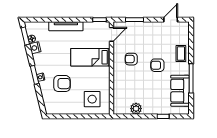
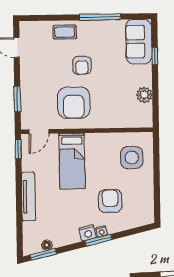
door: (111, 34) -> (39, 132), swing flipped
nightstand: (35, 48) -> (88, 233), moved
armchair: (131, 59) -> (74, 103), width x1.88, depth x1.88
sofa: (180, 91) -> (139, 42), moved, turned 90

